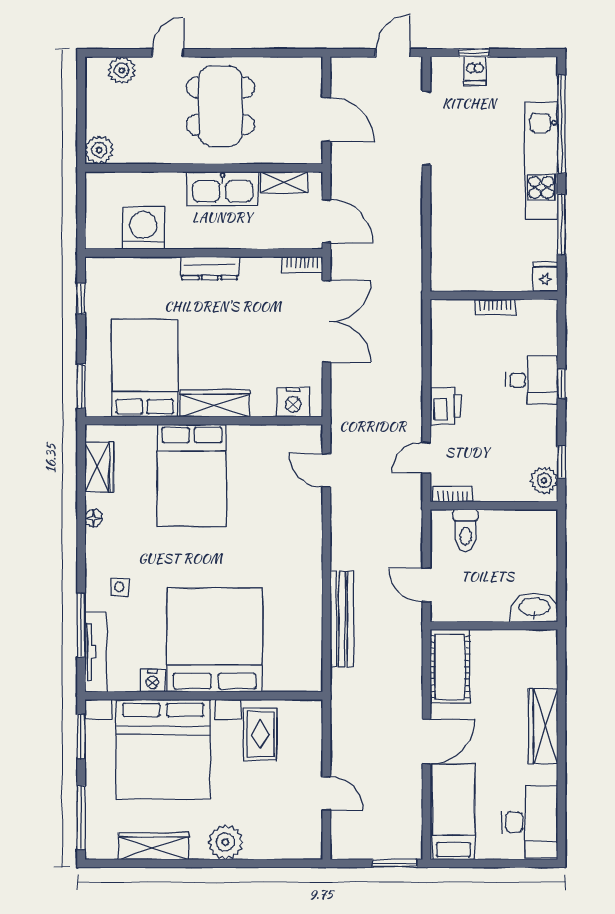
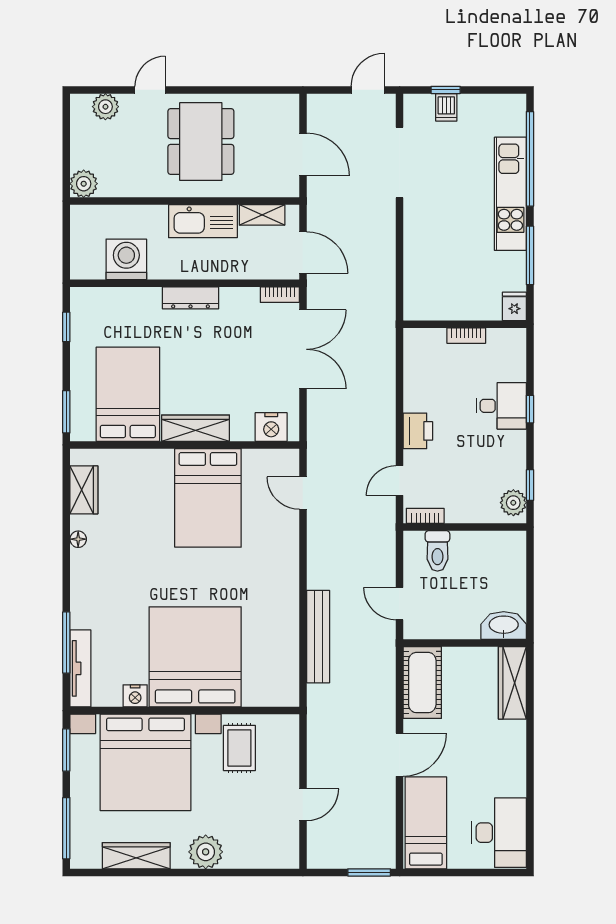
bed: (192, 475) -> (208, 498), moved
side table: (119, 587) -> (103, 606), removed
wardrobe: (543, 726) -> (512, 683), moved
door: (326, 793) -> (303, 805), hinge flipped

